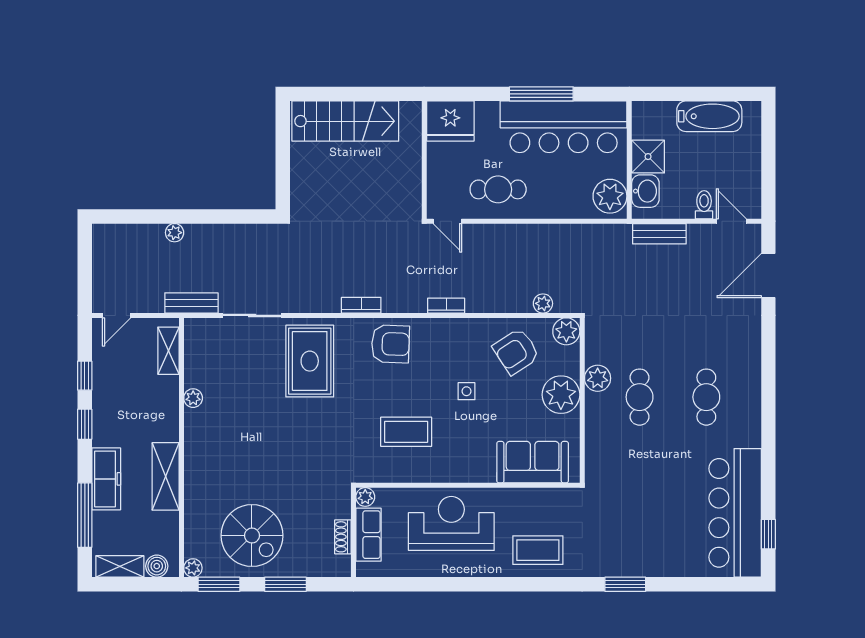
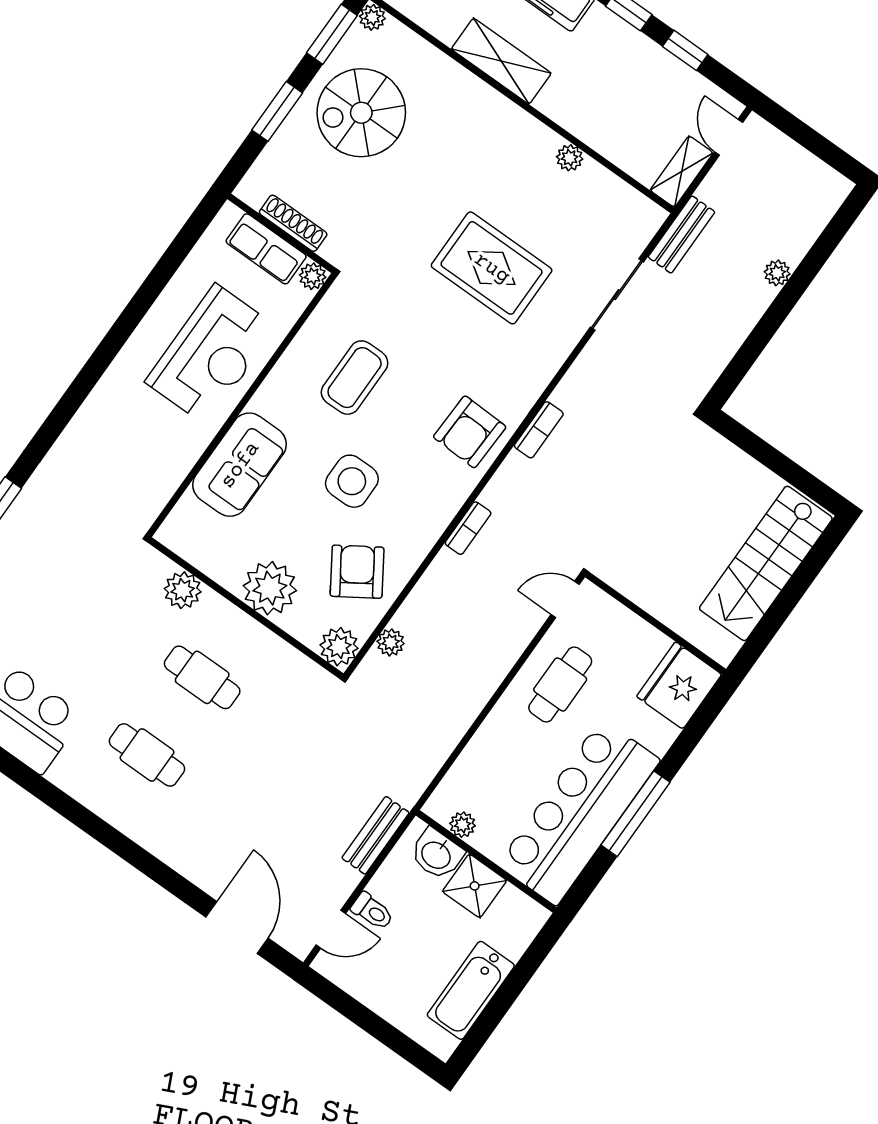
plant: (610, 196) -> (463, 825), width x0.53, depth x0.53
shelving: (168, 351) -> (682, 172), moved, turned 90
rug: (310, 361) -> (492, 268), moved
plant: (598, 378) -> (183, 590), moved
side table: (466, 391) -> (352, 481), width x1.87, depth x1.87
sofa: (533, 462) -> (240, 465), moved
shoe rack: (343, 537) -> (293, 223), width x1.43
coffee table: (538, 550) -> (108, 433), removed

